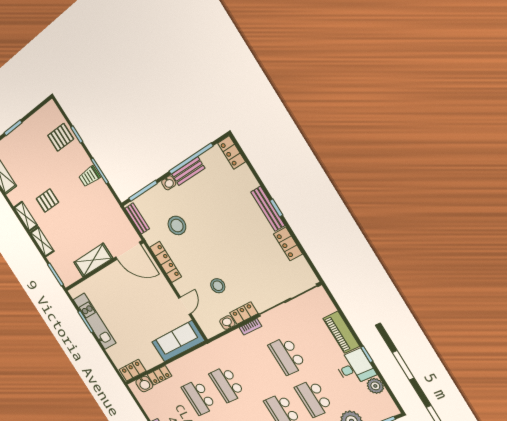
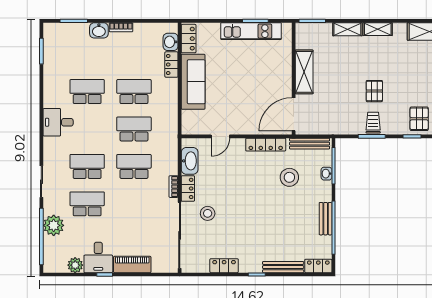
washbasin: (169, 183) -> (326, 174), moved
pallet: (47, 200) -> (374, 91), moved
bench: (268, 209) -> (283, 267), moved
bench: (137, 218) -> (310, 144), width x1.36
stool: (218, 286) -> (208, 213), moved
door: (185, 306) -> (220, 136), hinge flipped
washbasin: (227, 323) -> (190, 161), width x1.91, depth x1.45
sofa: (178, 341) -> (193, 82), moved
school desk: (287, 356) -> (134, 166), moved

